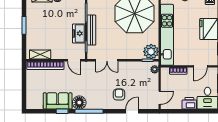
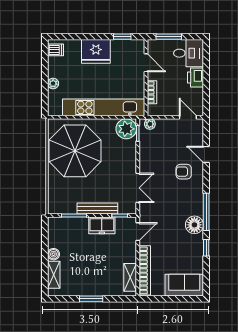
sofa: (58, 101) -> (184, 285), moved, turned 90

